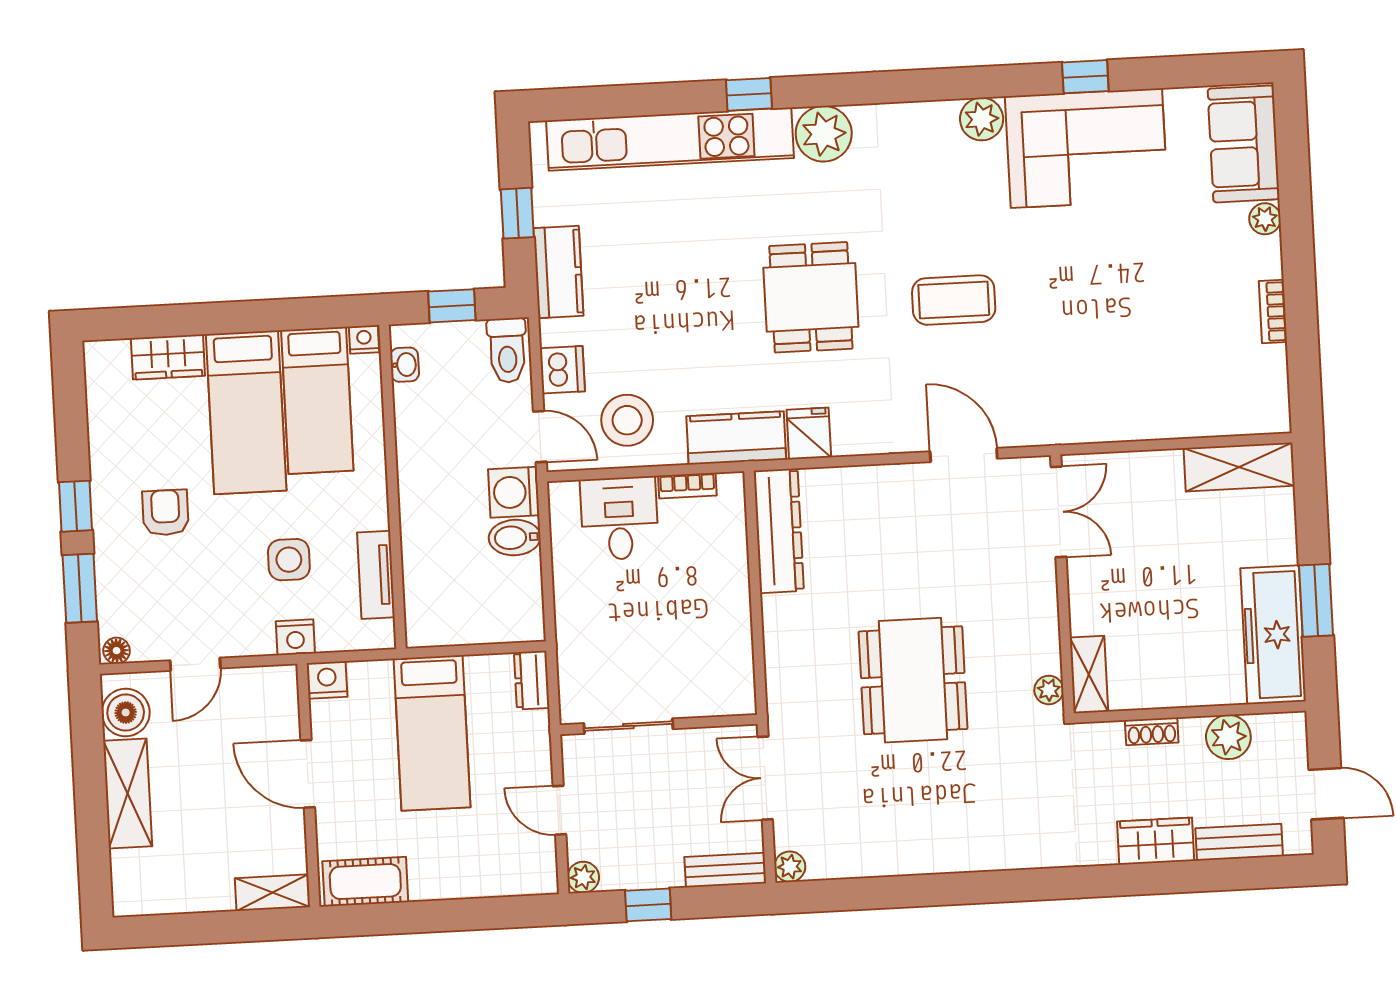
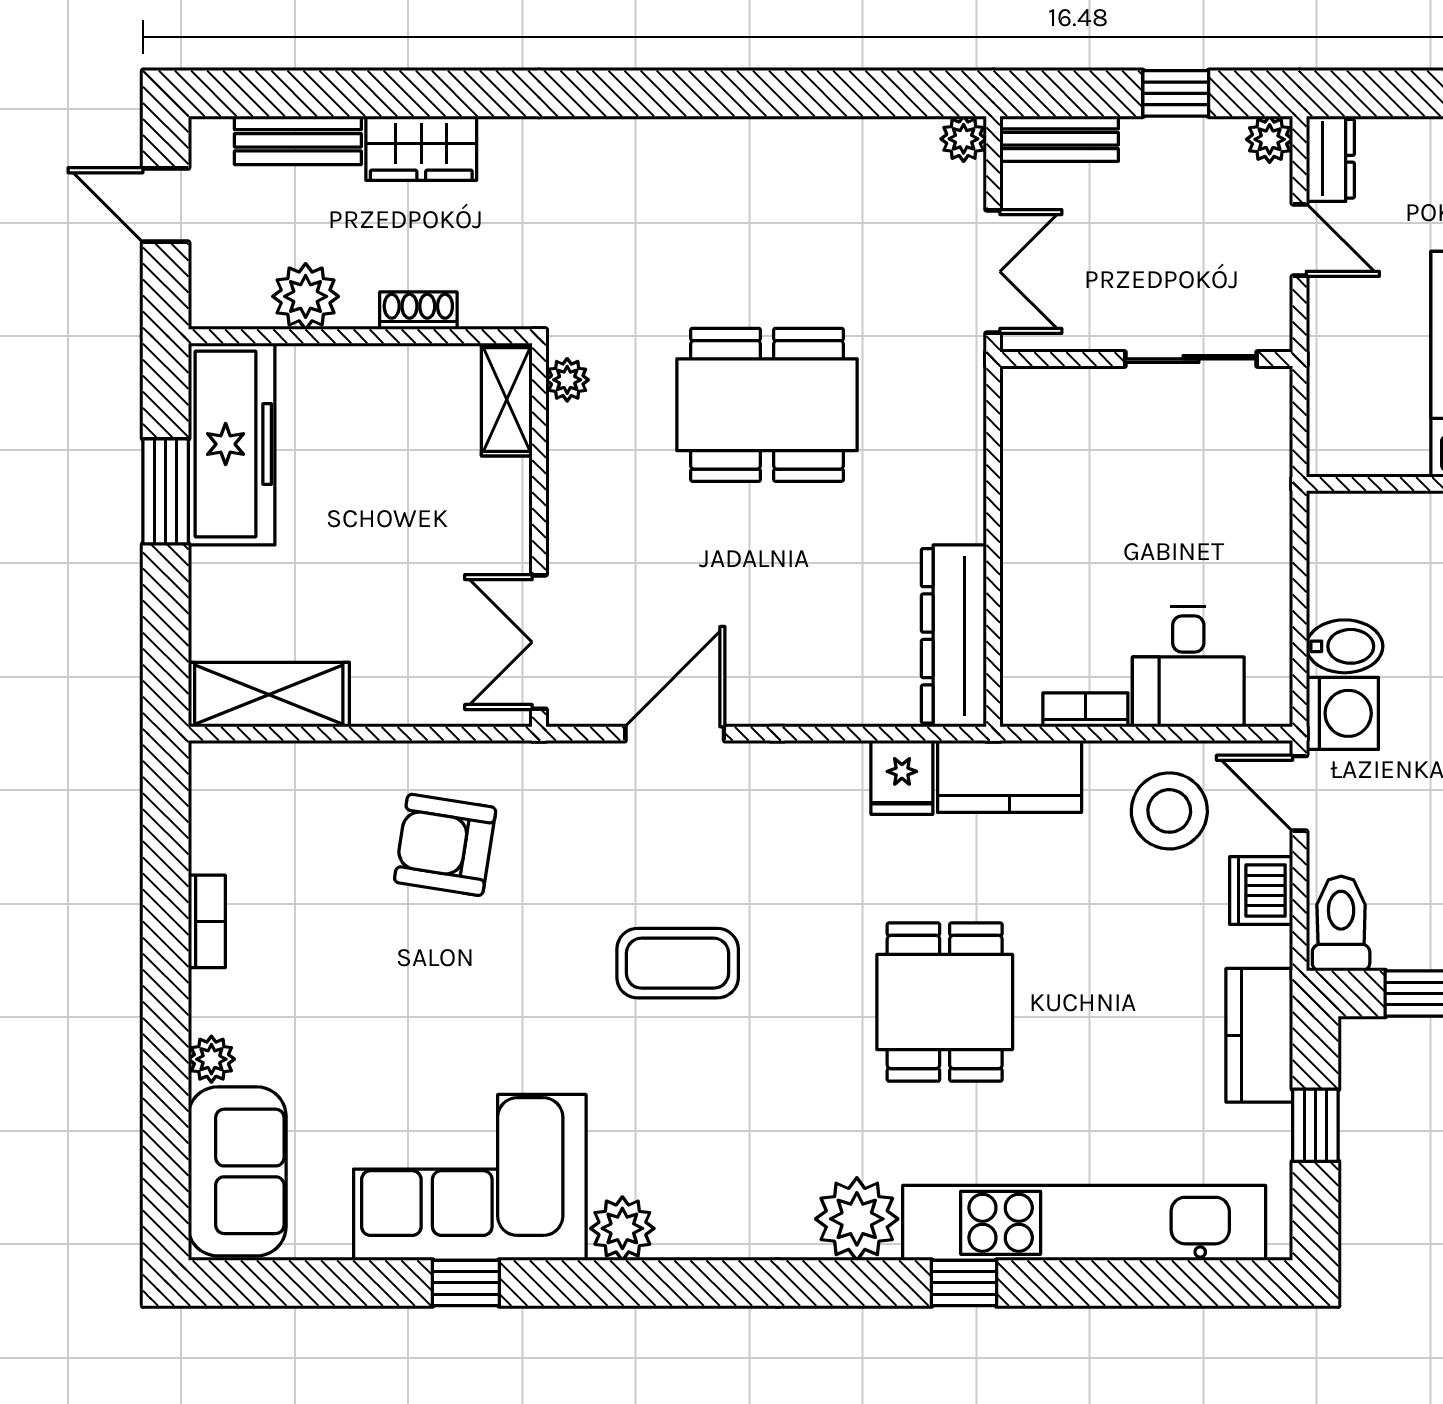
dining table: (811, 297) -> (945, 1002), moved
armchair: (1115, 372) -> (445, 845), added
door: (964, 455) -> (675, 734), swing flipped
dresser: (532, 680) -> (1330, 159), moved
dining table: (913, 680) -> (767, 405), turned 90

